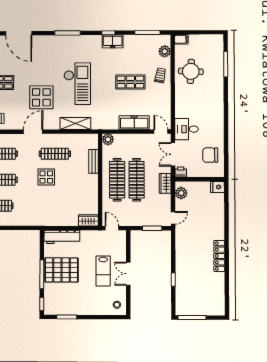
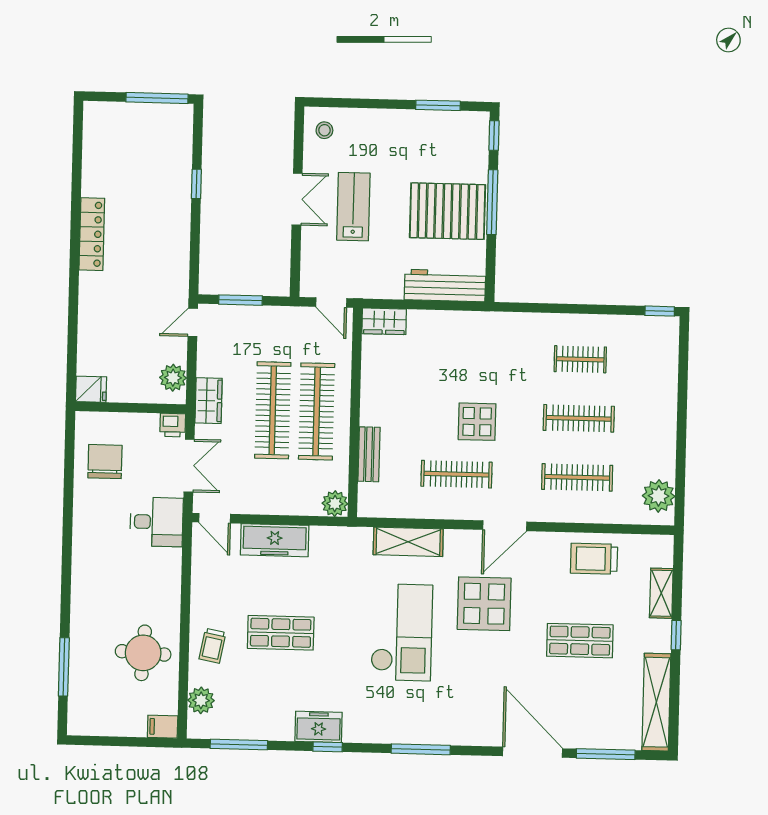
checkout: (77, 84) -> (402, 632), turned 180
chair: (210, 155) -> (105, 462), turned -90

